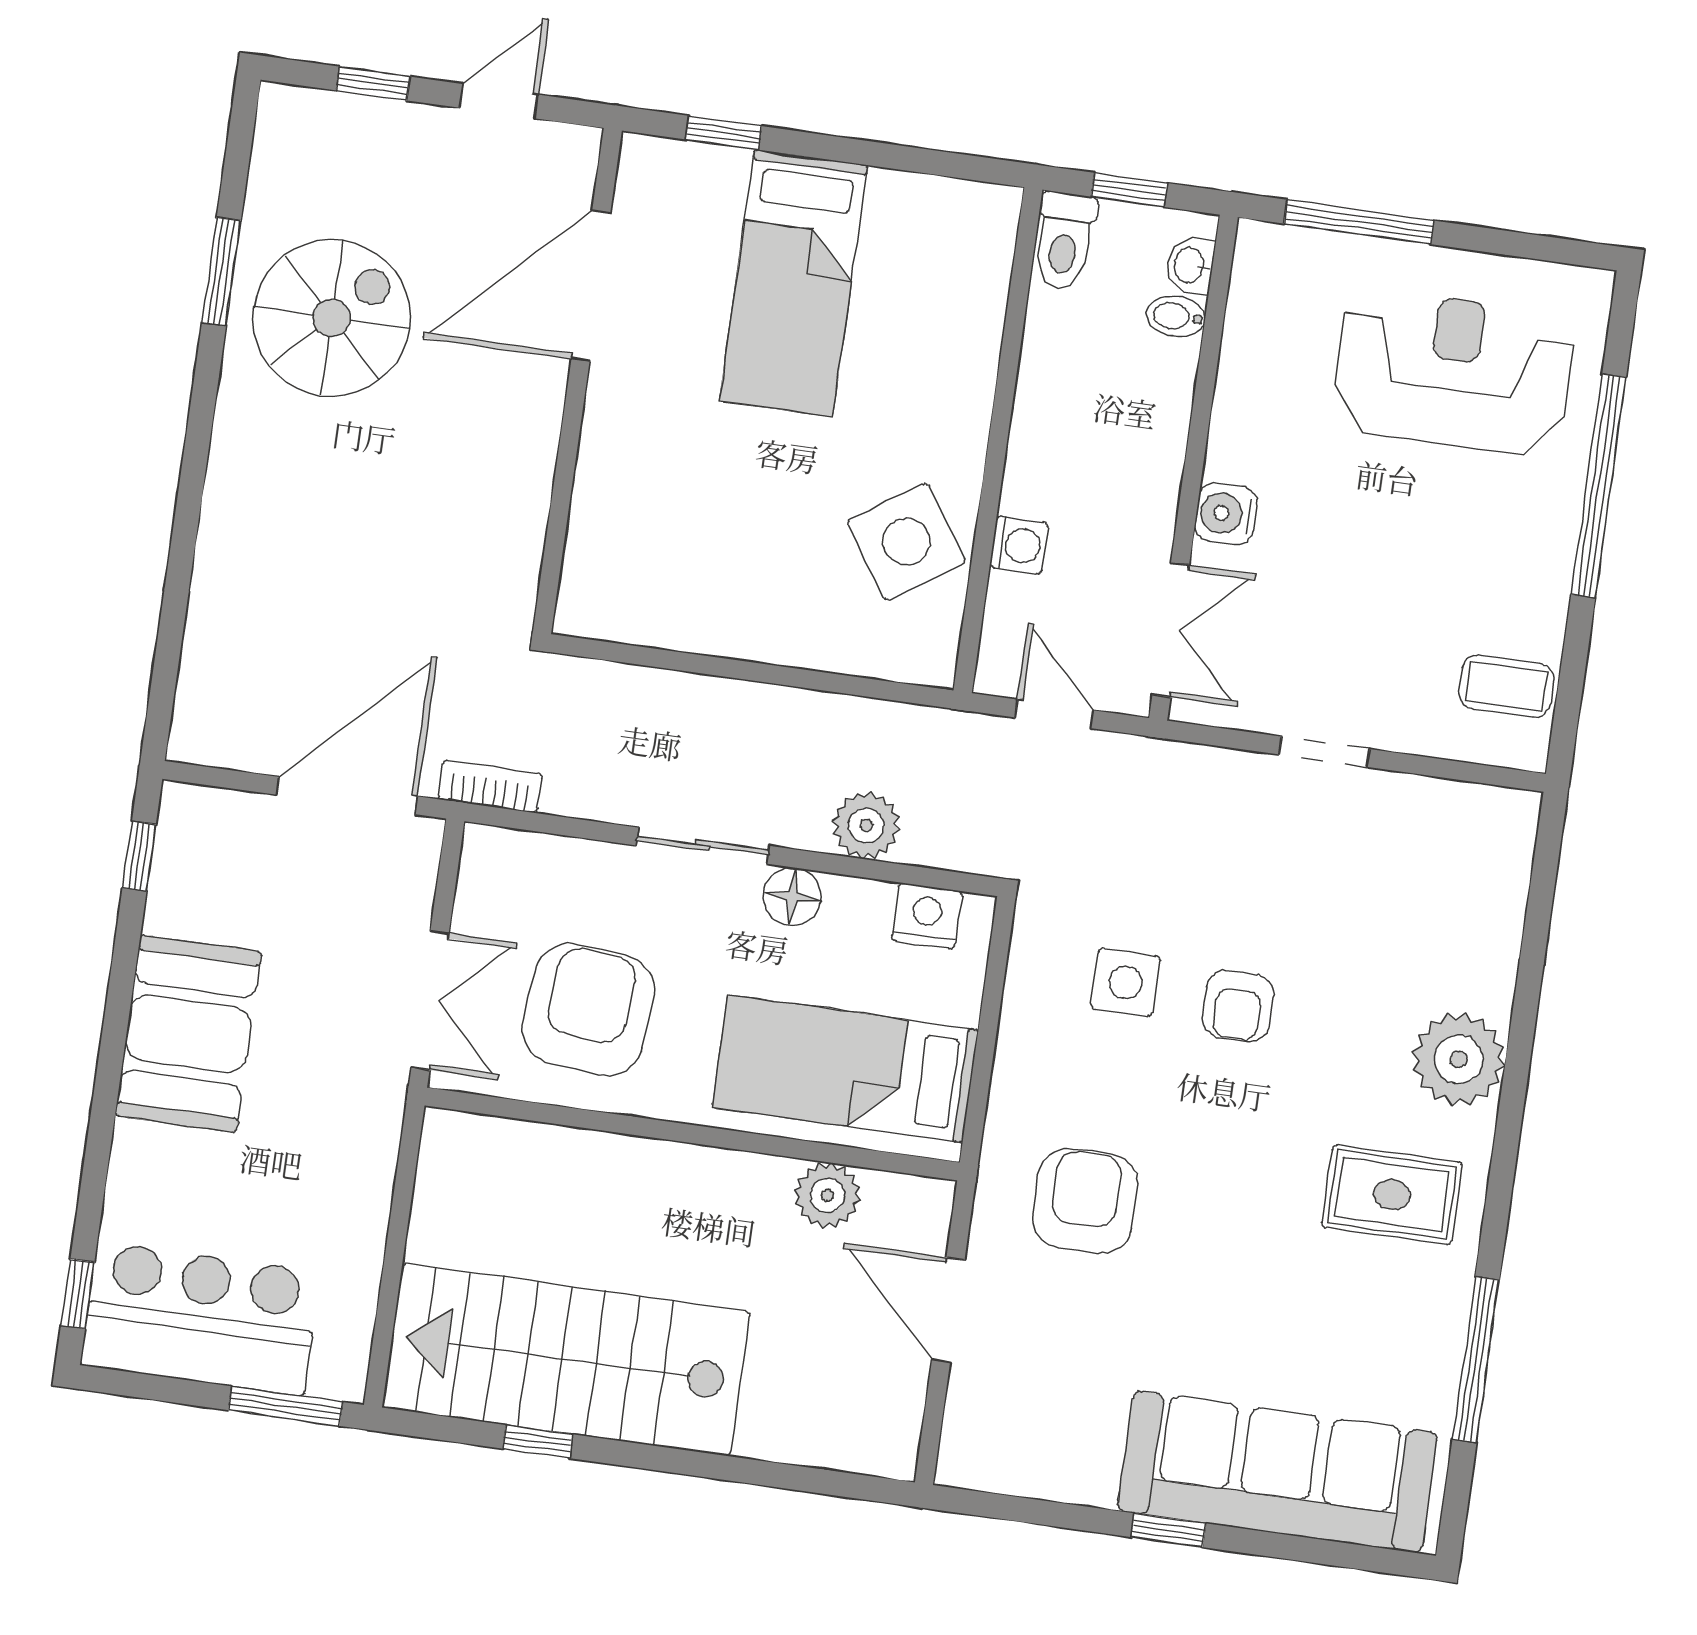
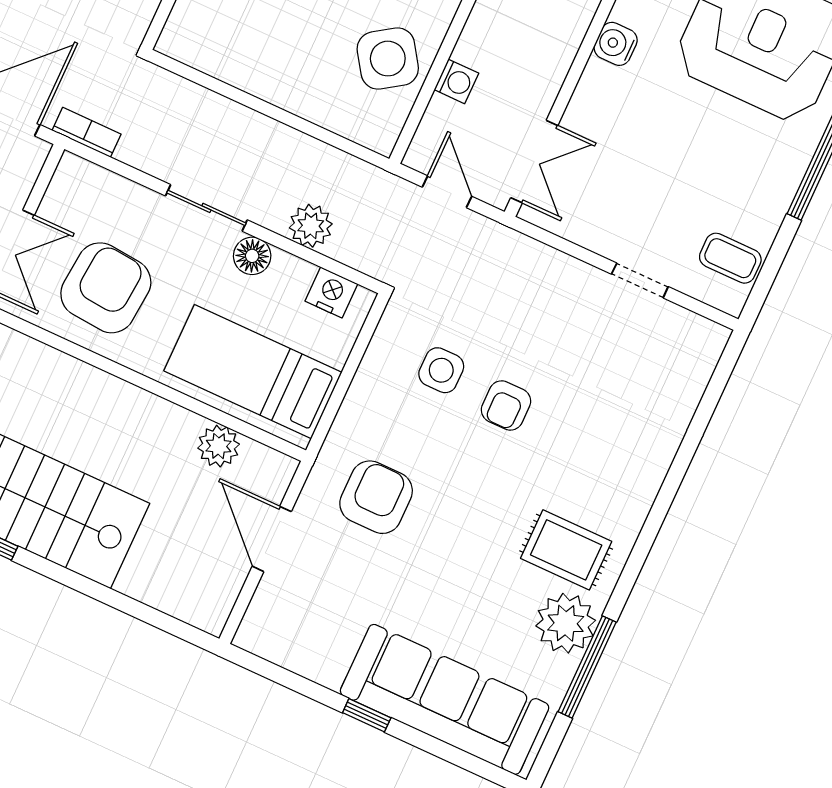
water cooler: (1226, 514) -> (616, 44), moved
doorway: (1324, 752) -> (640, 280), moved
plant: (1459, 1059) -> (566, 623), moved

